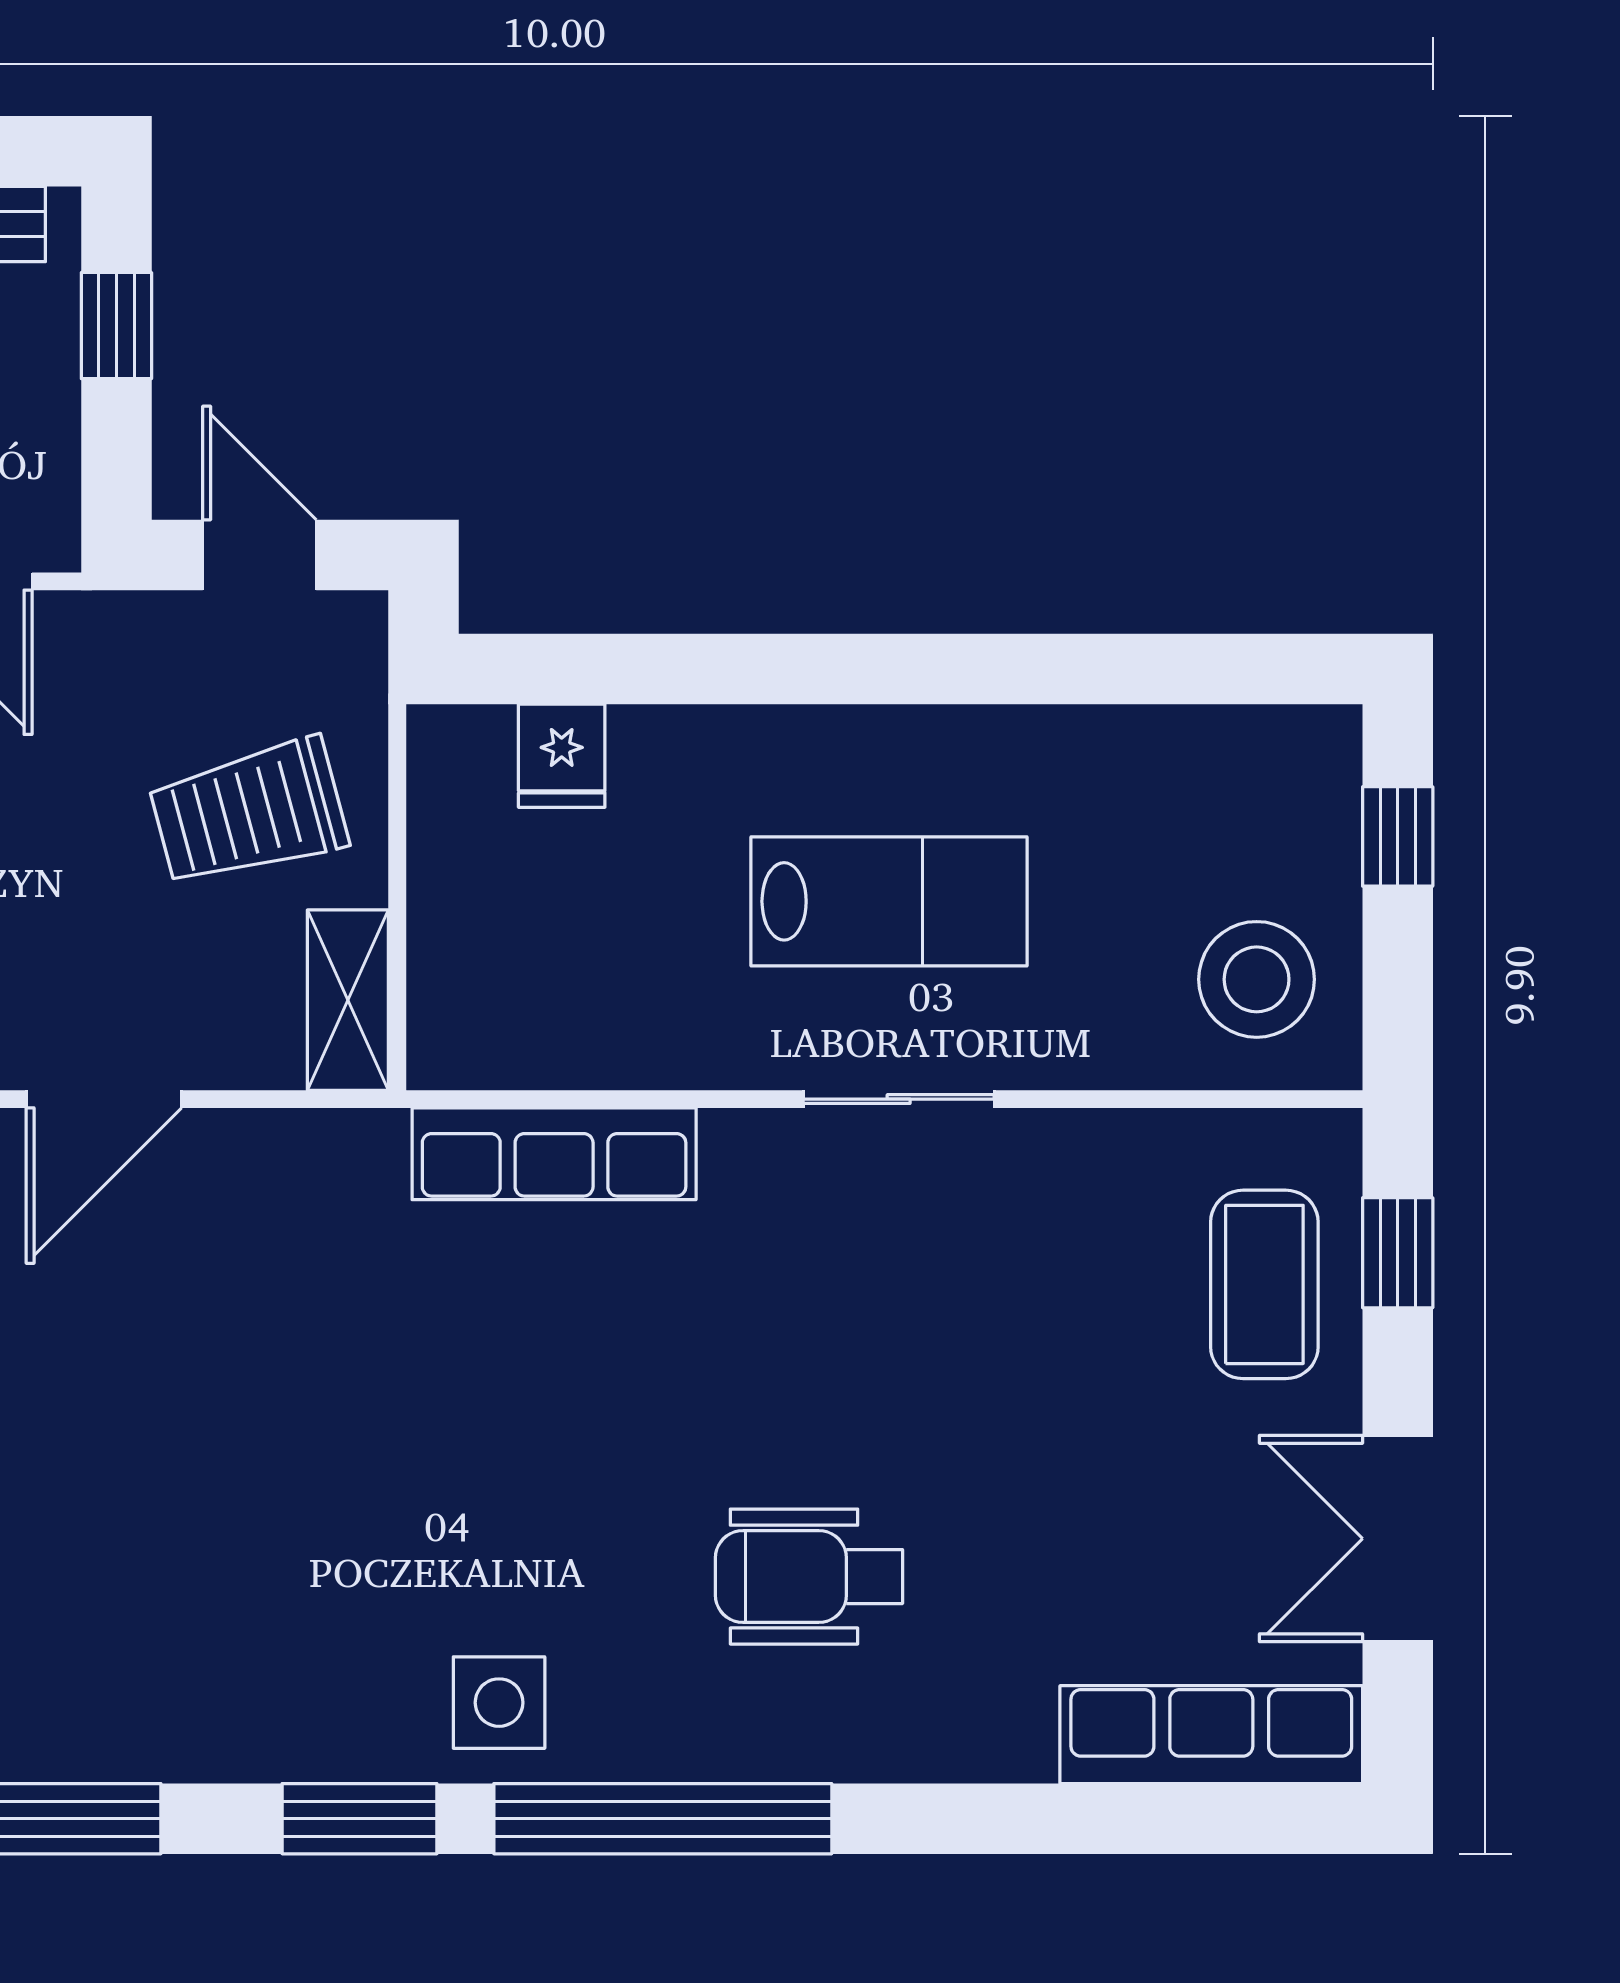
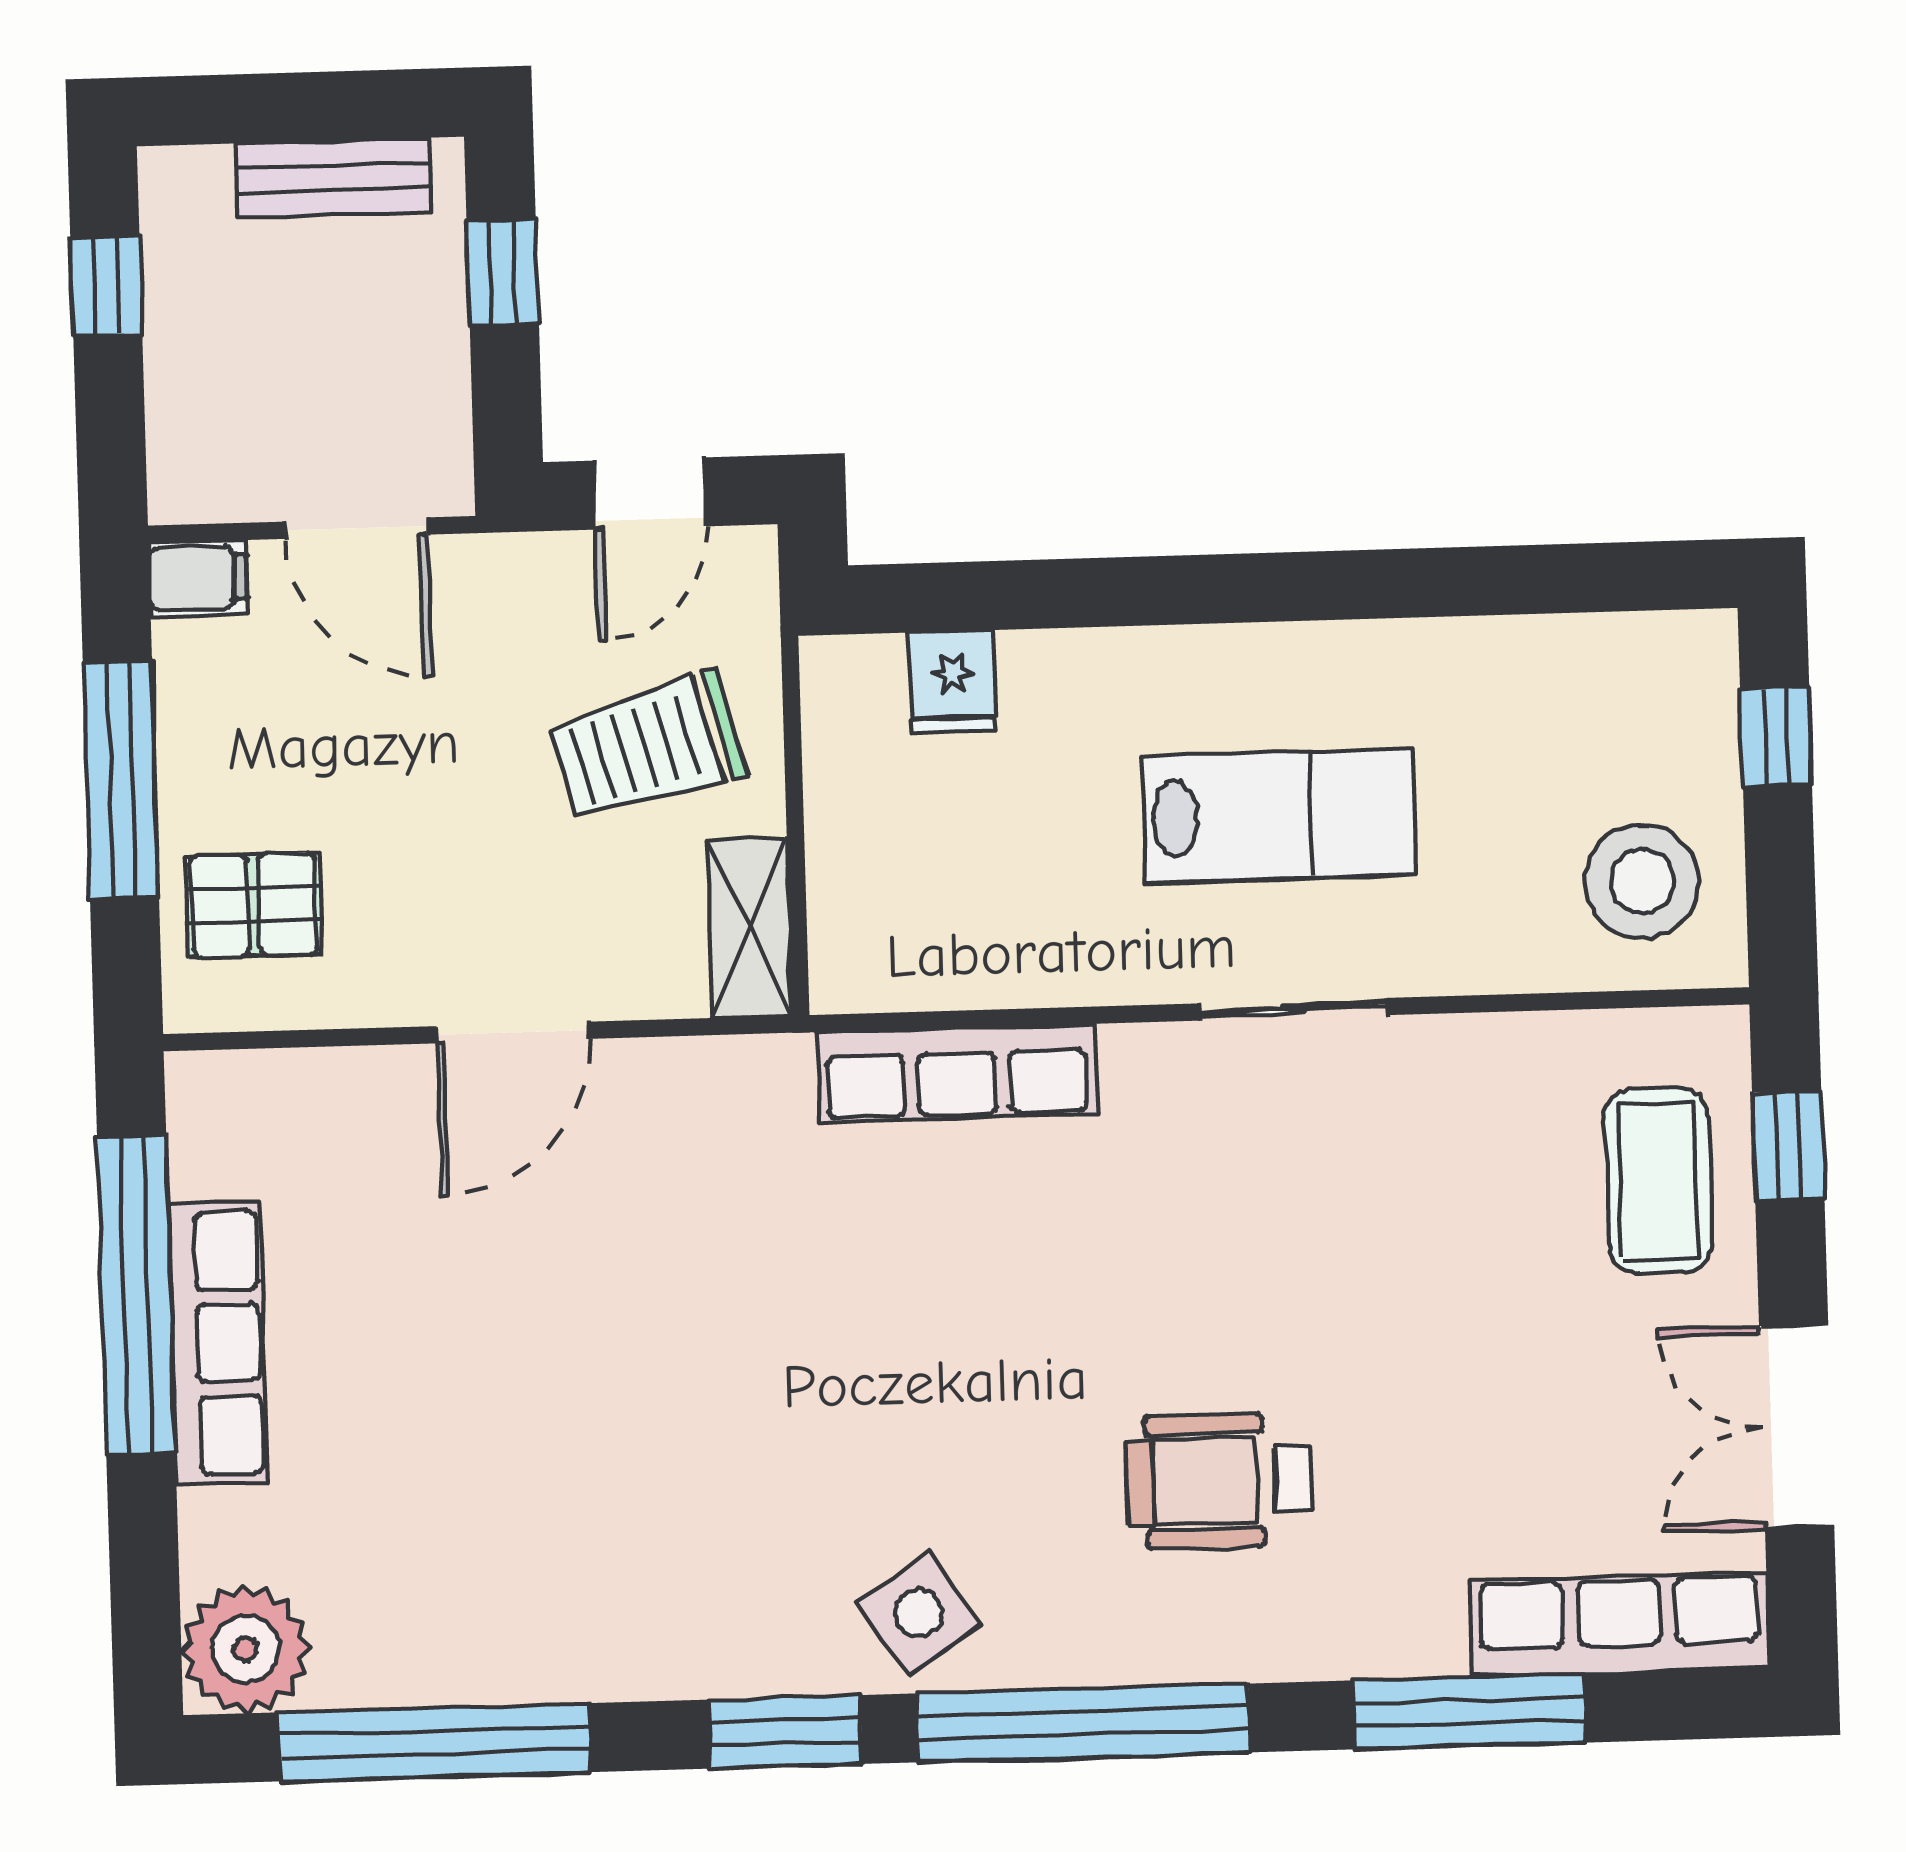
door: (260, 555) -> (650, 493), swing flipped
side table: (499, 1703) -> (919, 1614), turned -34
window: (1056, 1819) -> (1469, 1711), added

